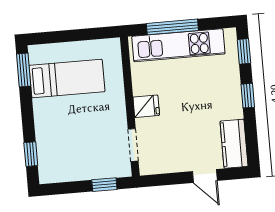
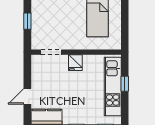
window: (172, 27) -> (125, 84), width x0.46
window: (104, 185) -> (27, 21), moved

